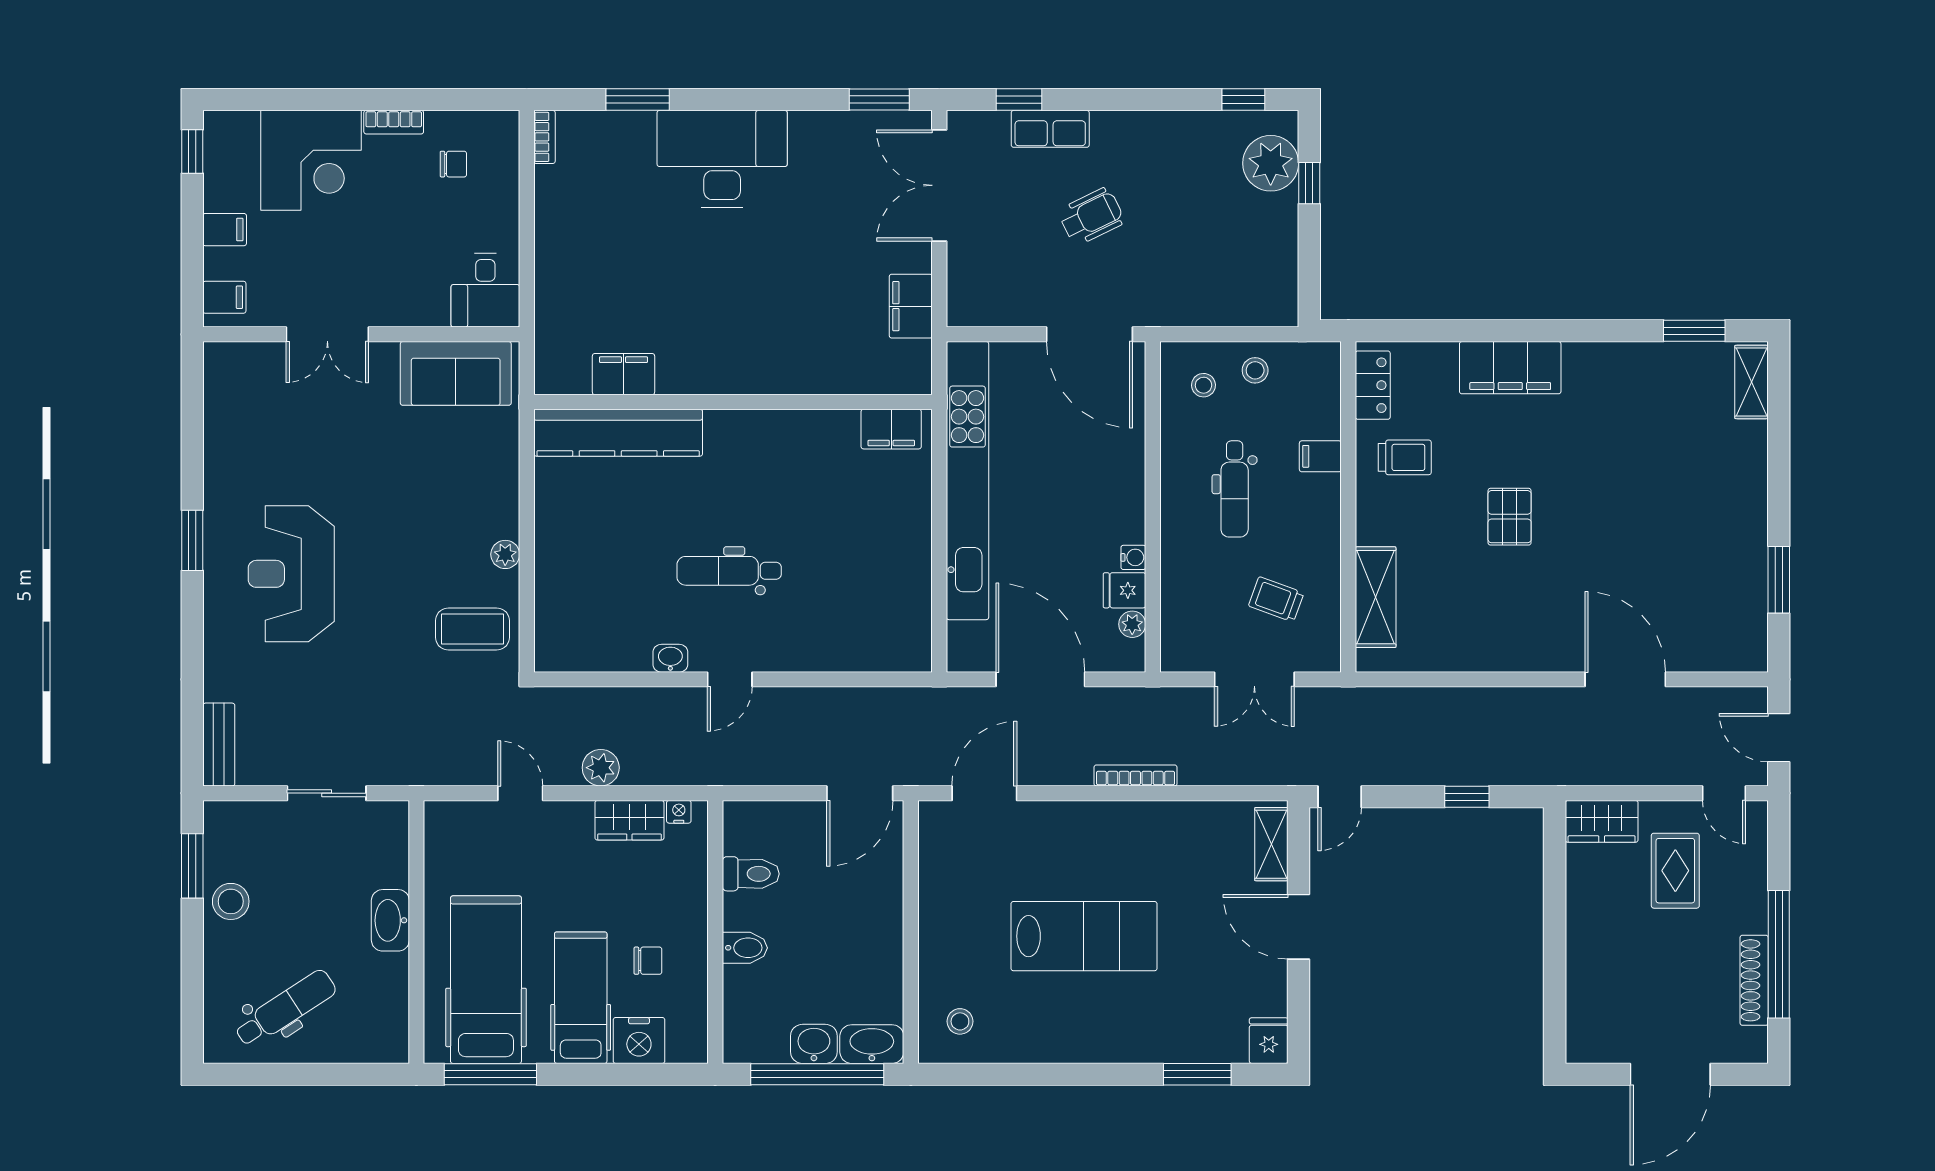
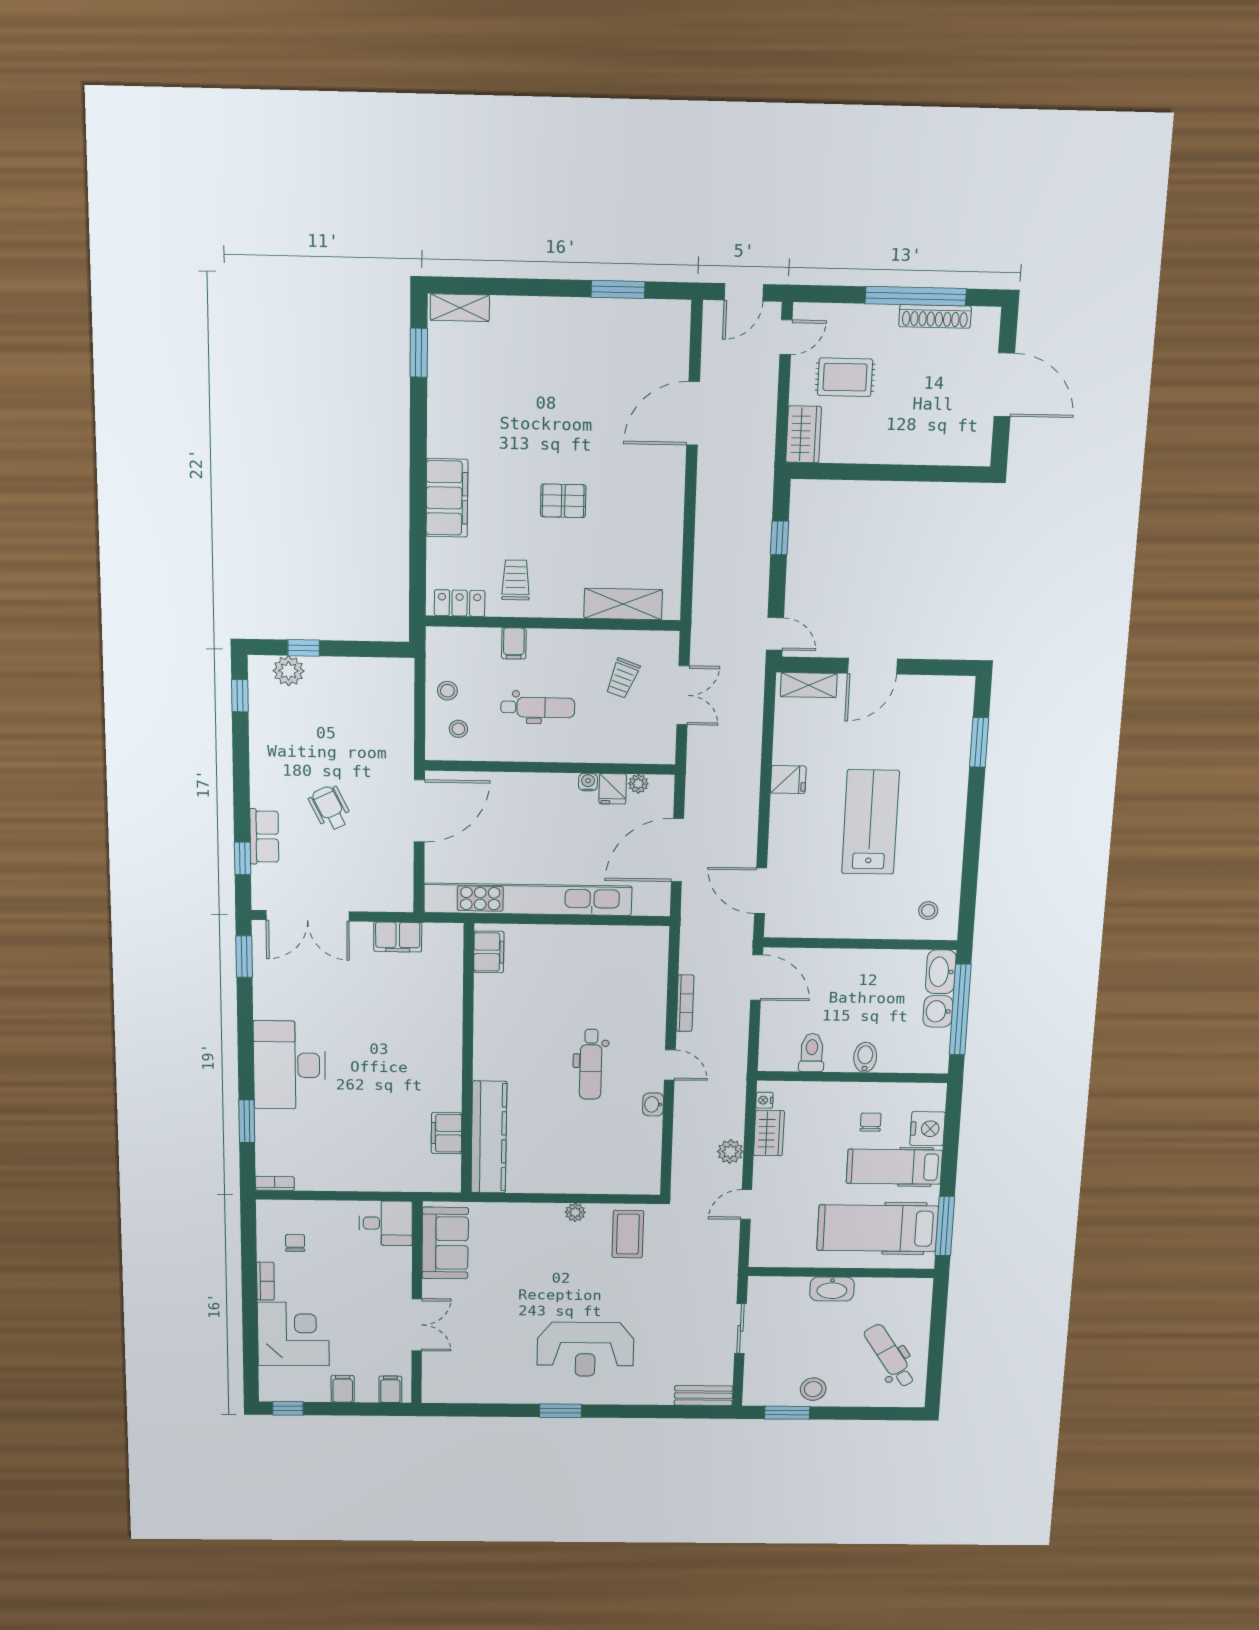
plant: (1271, 163) -> (289, 671), width x0.73, depth x0.73
bookcase: (1135, 775) -> (685, 1003), moved, turned 180
fridge: (1269, 1041) -> (788, 780), moved, turned 180

